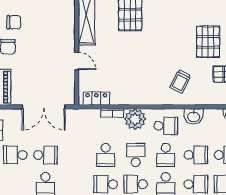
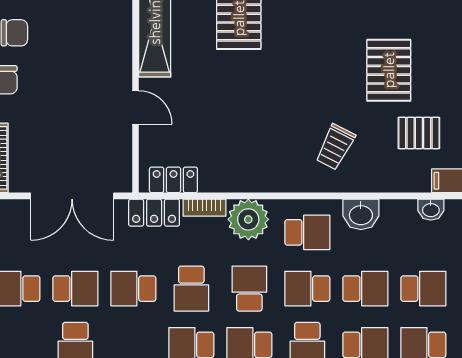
locker: (86, 116) -> (154, 213), added
school desk: (76, 155) -> (133, 289), added
school desk: (166, 155) -> (307, 289), turned 90

